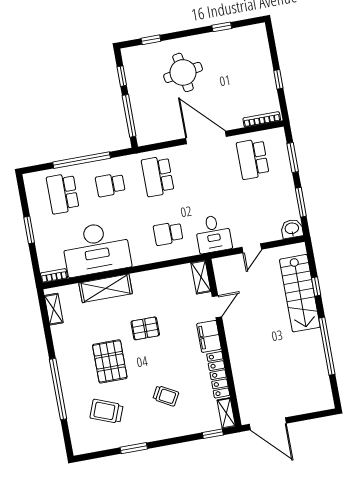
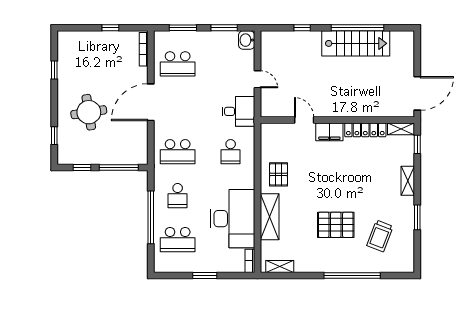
shelving: (201, 277) -> (408, 181), moved, turned 90
stairs: (300, 293) -> (356, 43), moved
pallet: (145, 328) -> (278, 174), moved
trolley: (166, 396) -> (376, 180), removed

